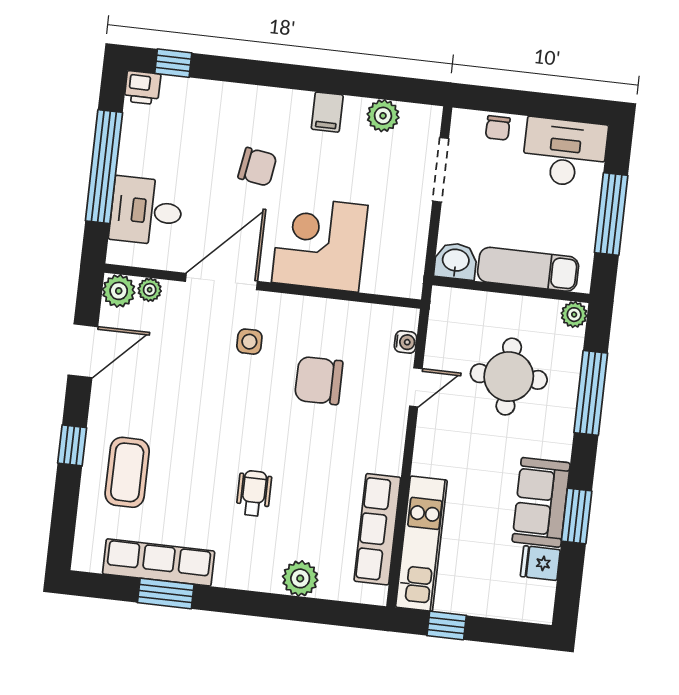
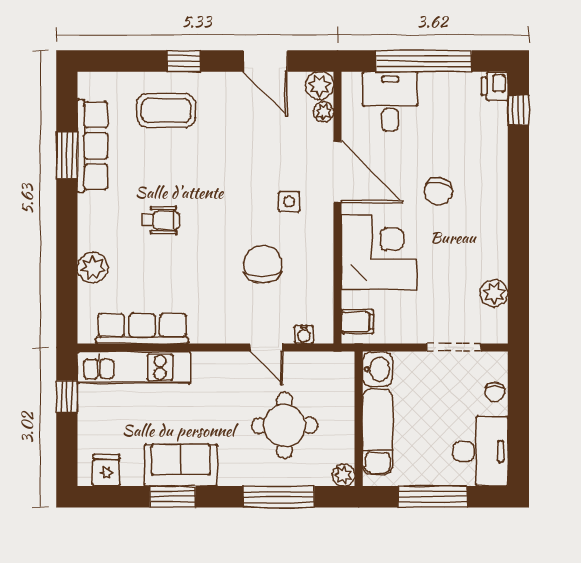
filing cabinet: (327, 112) -> (358, 322), moved, turned 180
chair: (498, 128) -> (495, 392), turned -90
fridge: (540, 563) -> (106, 470), moved

